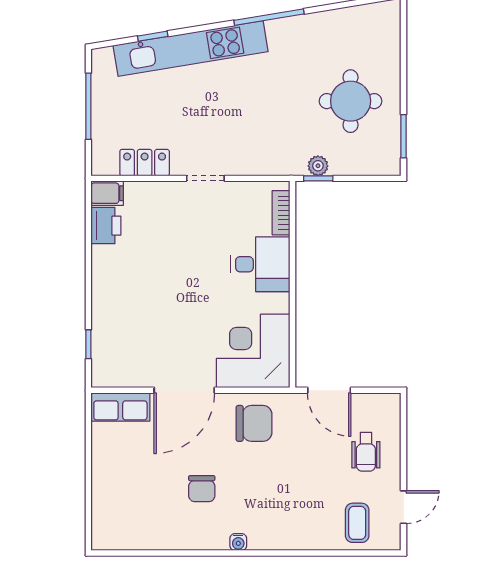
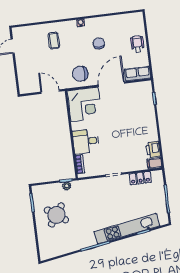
round table: (351, 101) -> (56, 215), turned 35
wheelchair: (366, 452) -> (137, 44), moved
coffee table: (357, 523) -> (54, 41), moved

